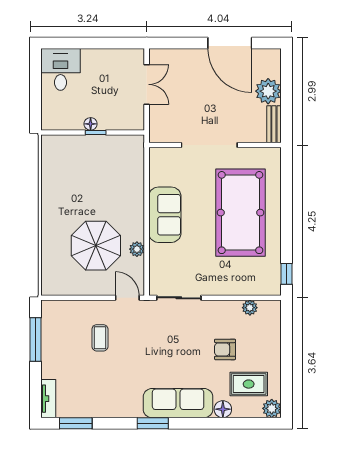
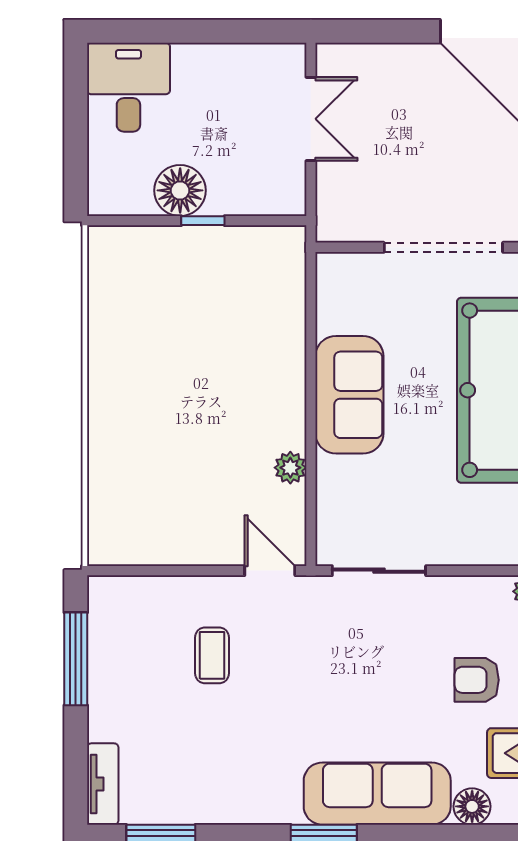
floor lamp: (91, 124) -> (180, 190), width x1.89, depth x1.89
parasol: (96, 246) -> (203, 460), removed

